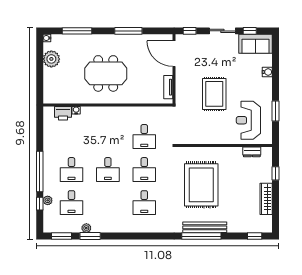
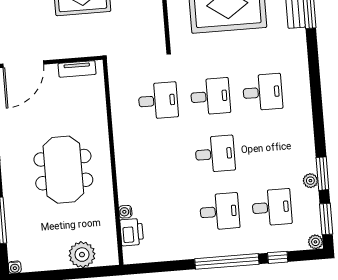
plant: (51, 59) -> (82, 255), moved
plant: (48, 200) -> (315, 242), moved

